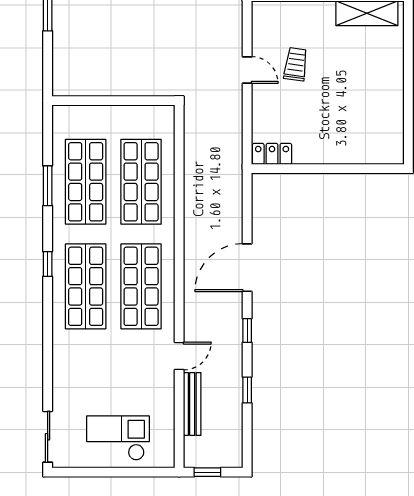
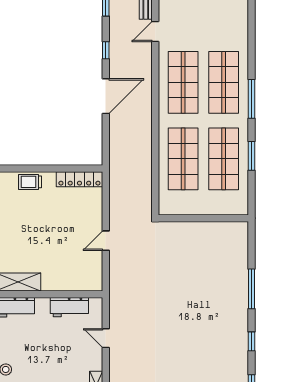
trolley: (296, 64) -> (30, 182), moved, turned 82
door: (247, 70) -> (106, 241), hinge flipped
locker: (272, 154) -> (79, 179), width x1.53
window: (48, 264) -> (251, 99), width x2.17

